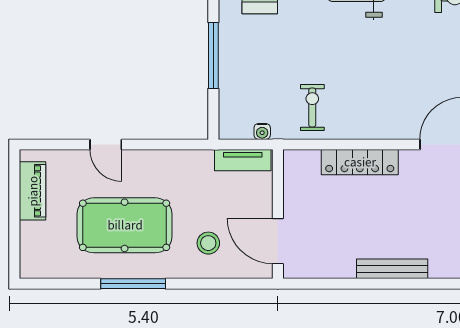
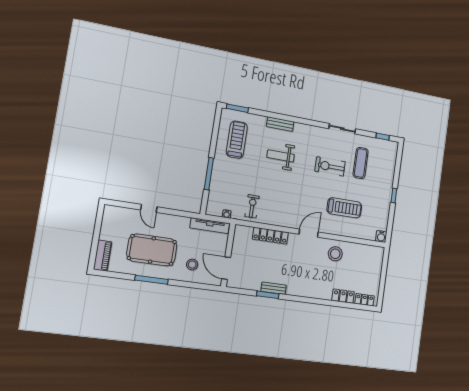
tv unit: (243, 160) -> (210, 226), width x1.41
piano: (33, 191) -> (103, 256), moved
bench: (392, 269) -> (274, 288), width x0.73
window: (372, 284) -> (268, 295), added

